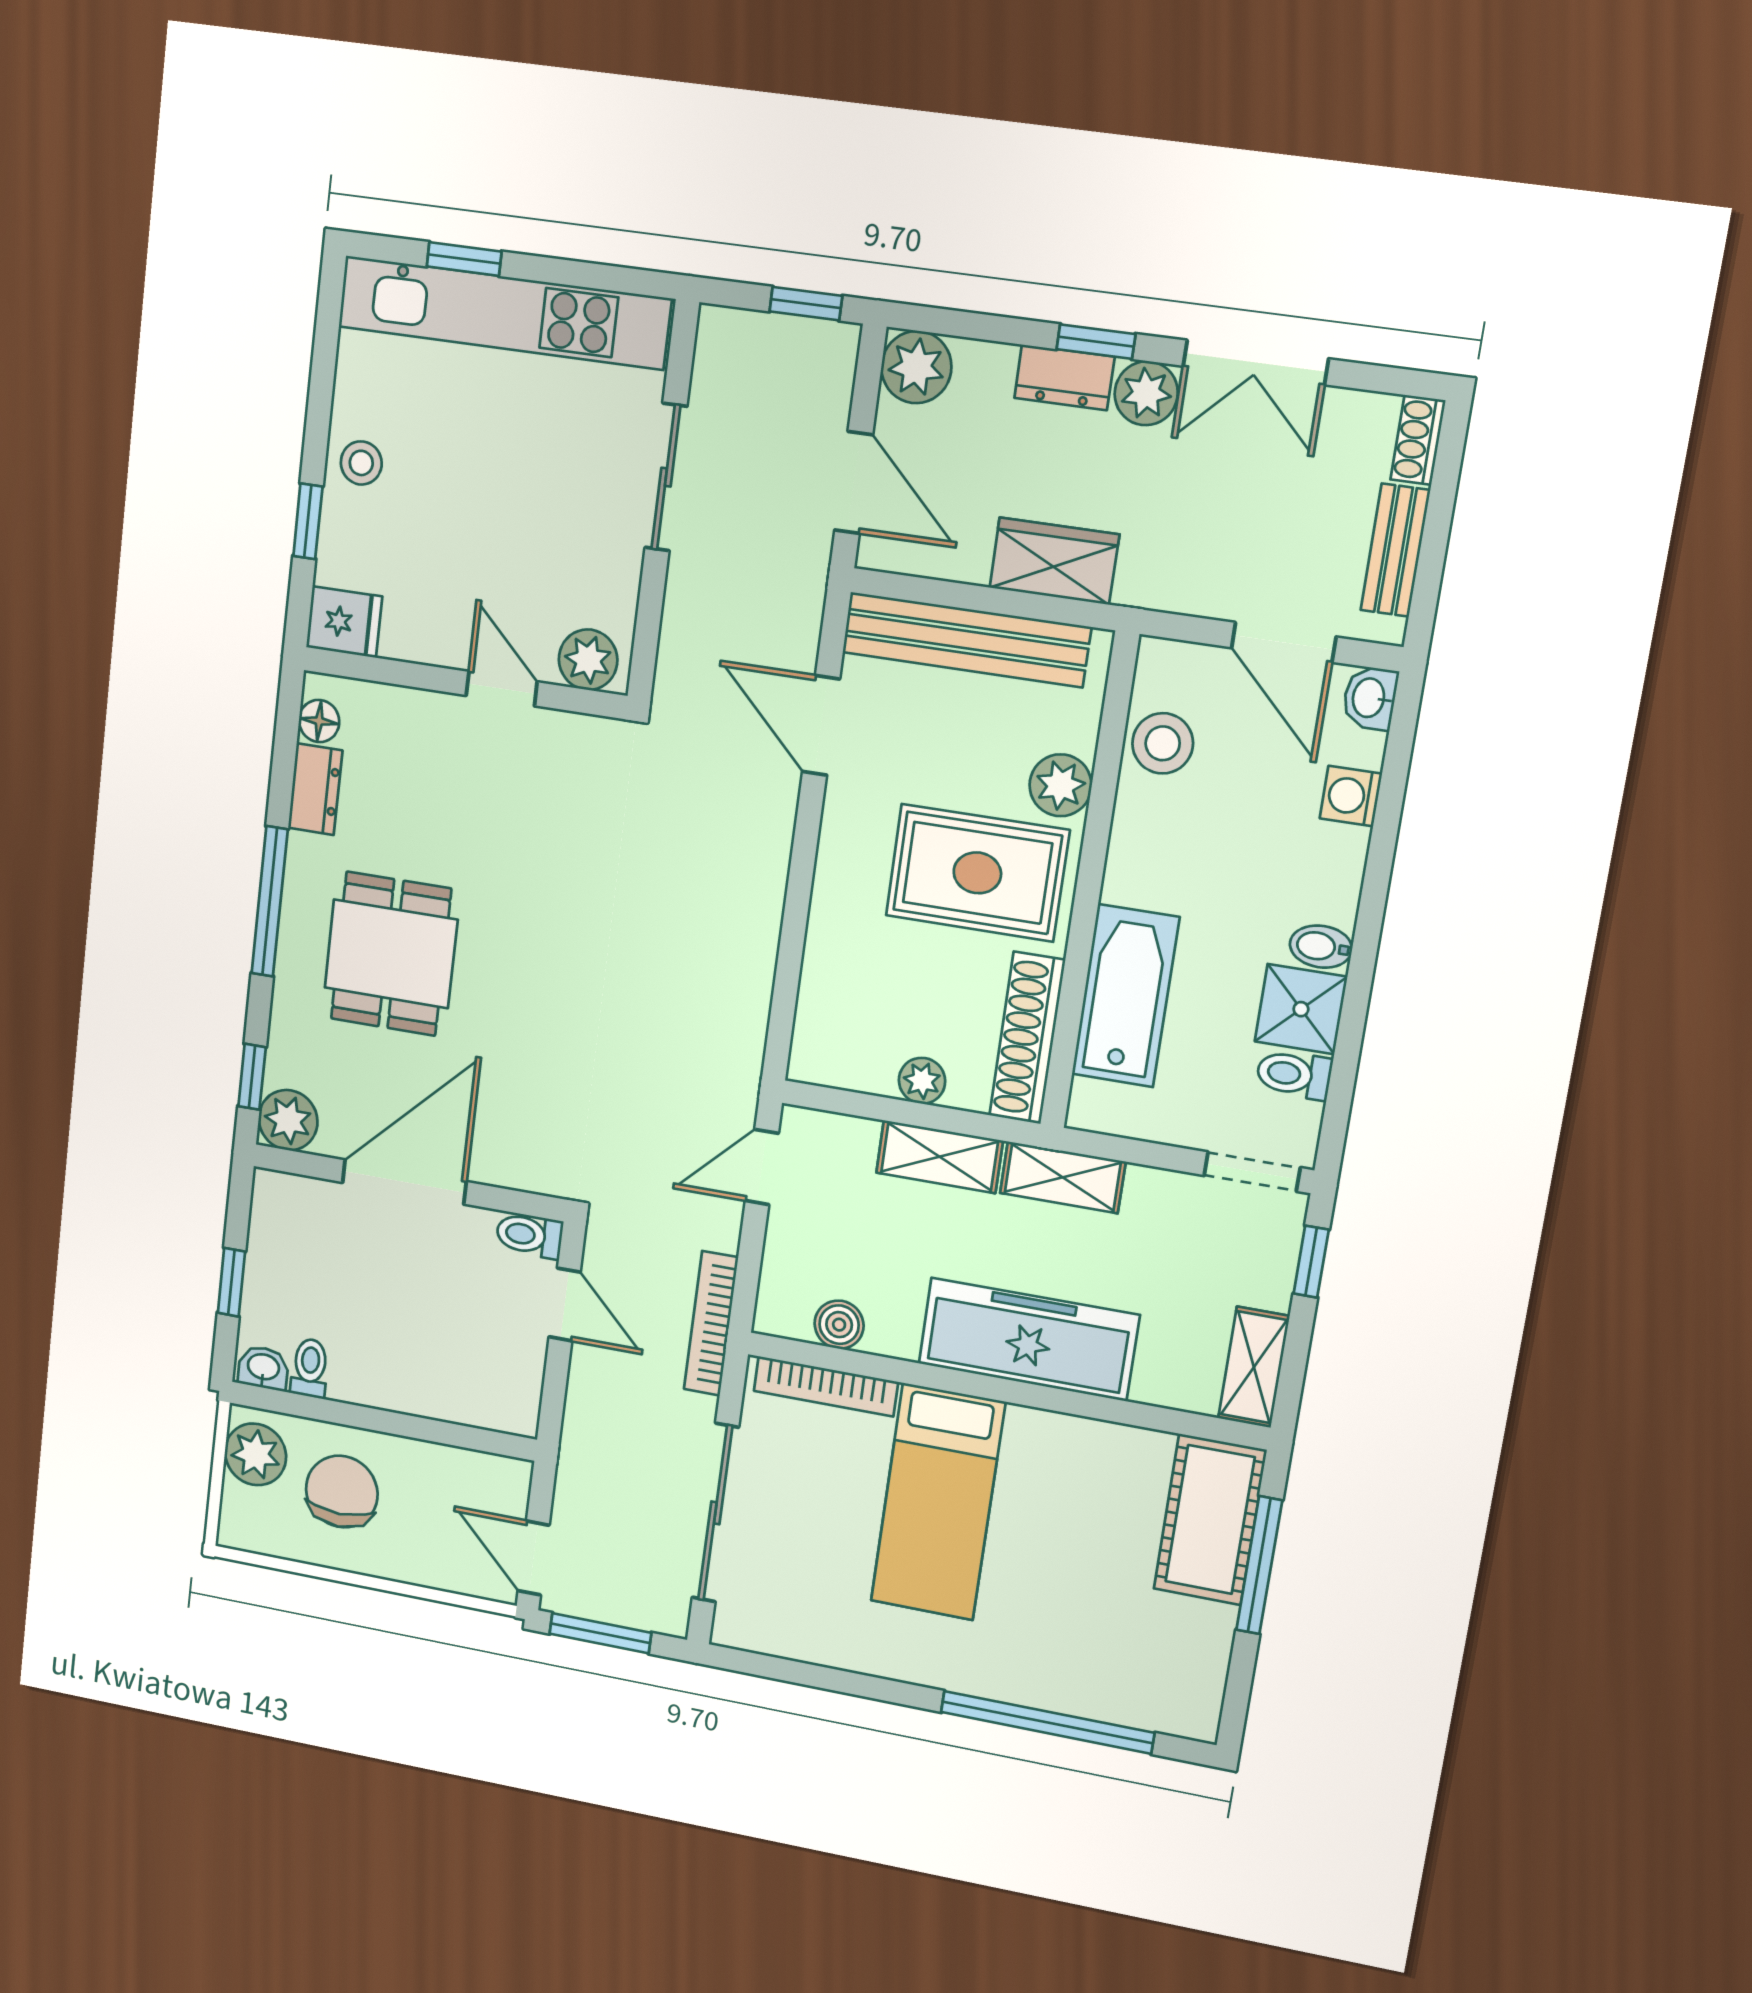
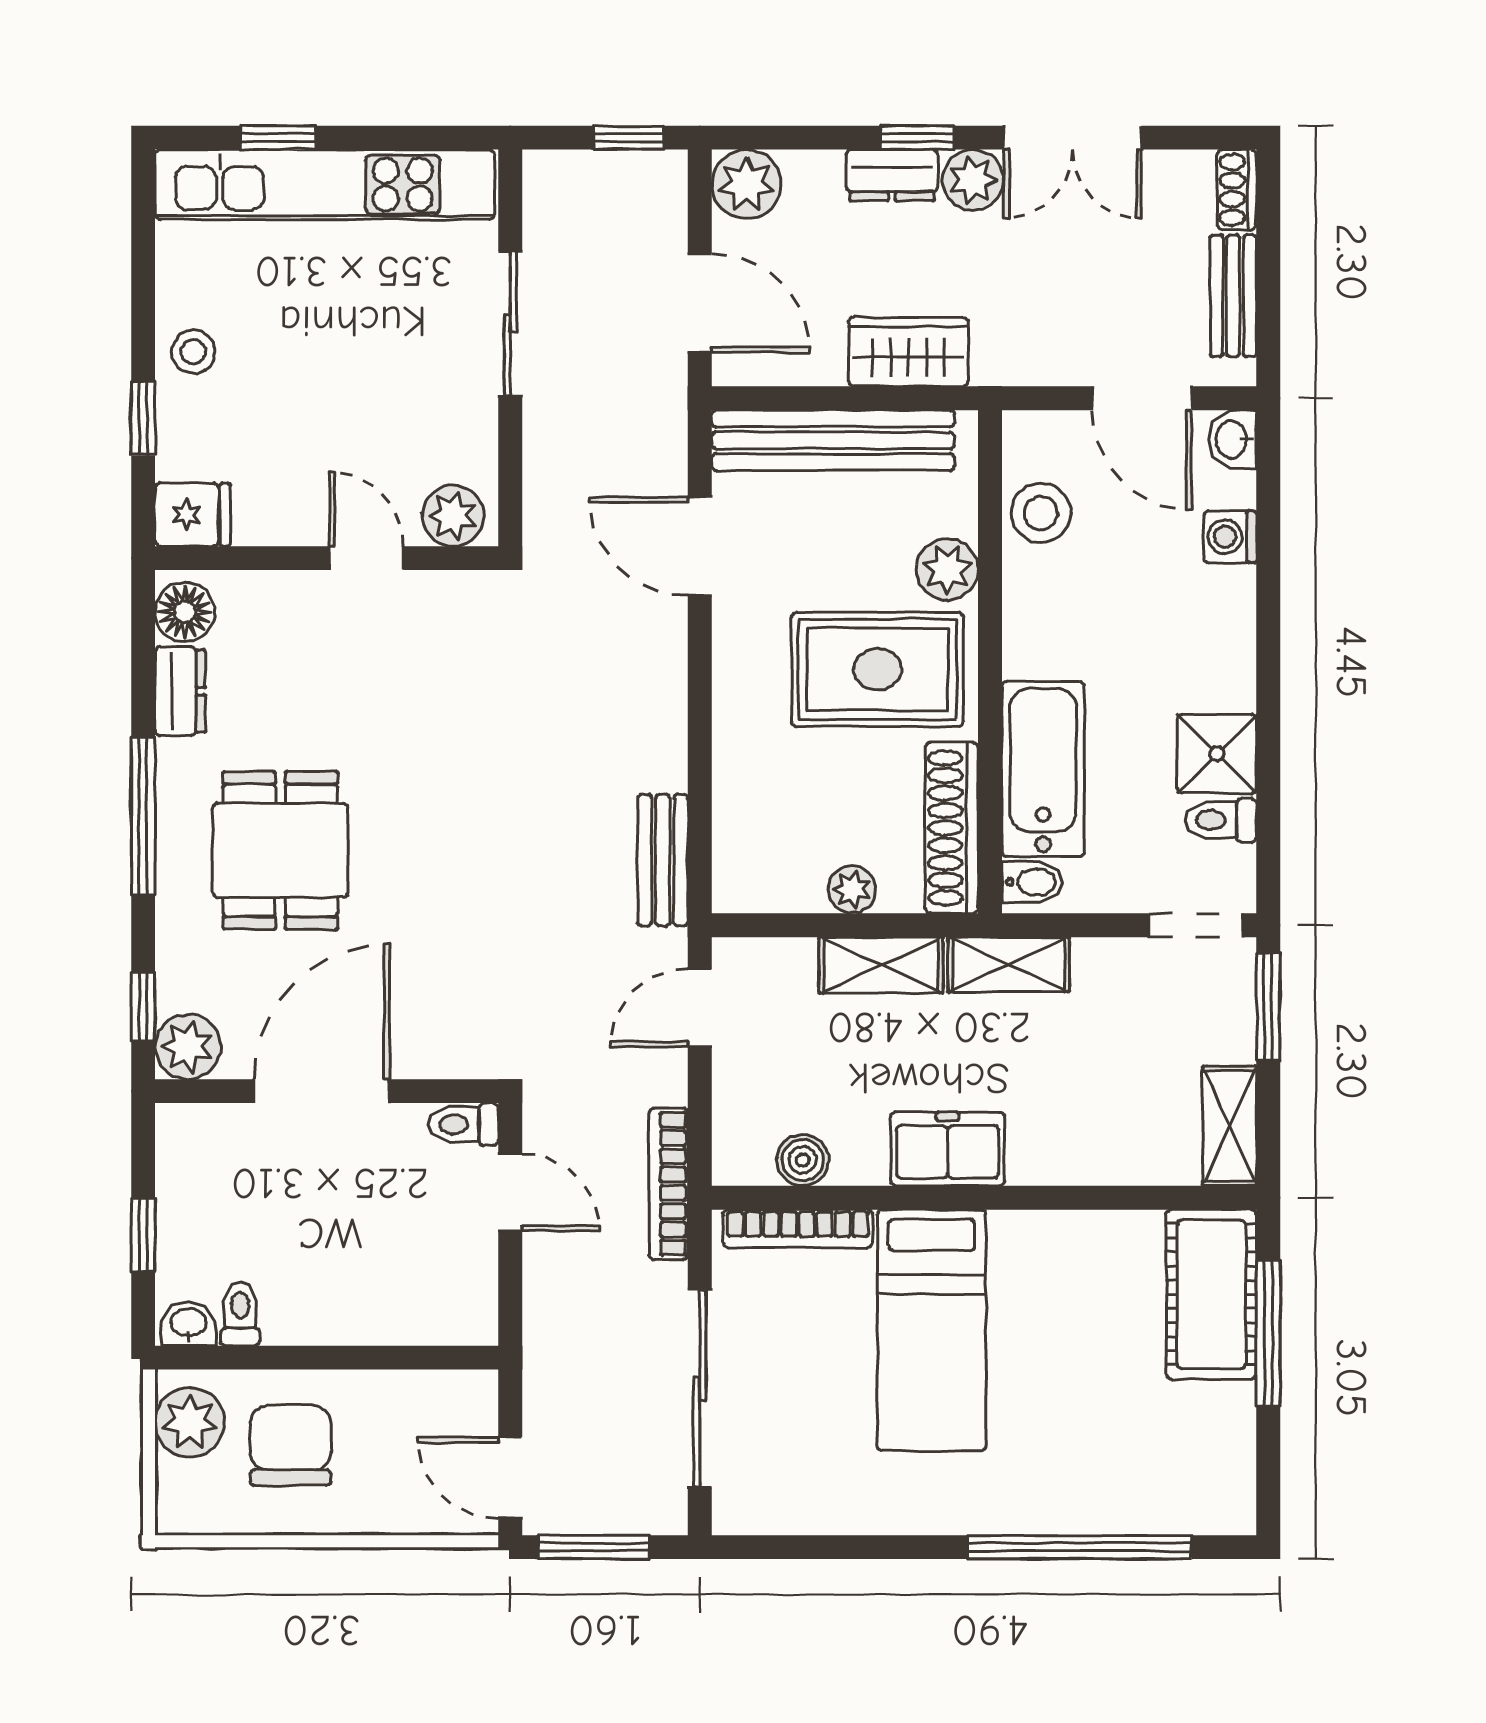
floor lamp: (319, 721) -> (185, 612), width x1.37, depth x1.37
bidet: (1321, 947) -> (1032, 882), moved, turned 180
bench: (745, 1022) -> (663, 860), added
window: (1311, 1262) -> (1268, 1007), width x1.50
freezer: (1029, 1339) -> (948, 1149), width x0.52, depth x0.79

